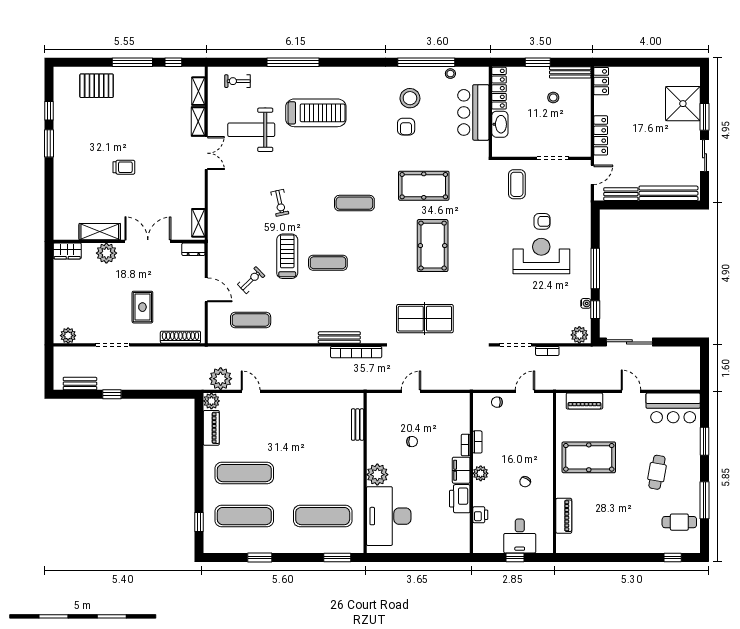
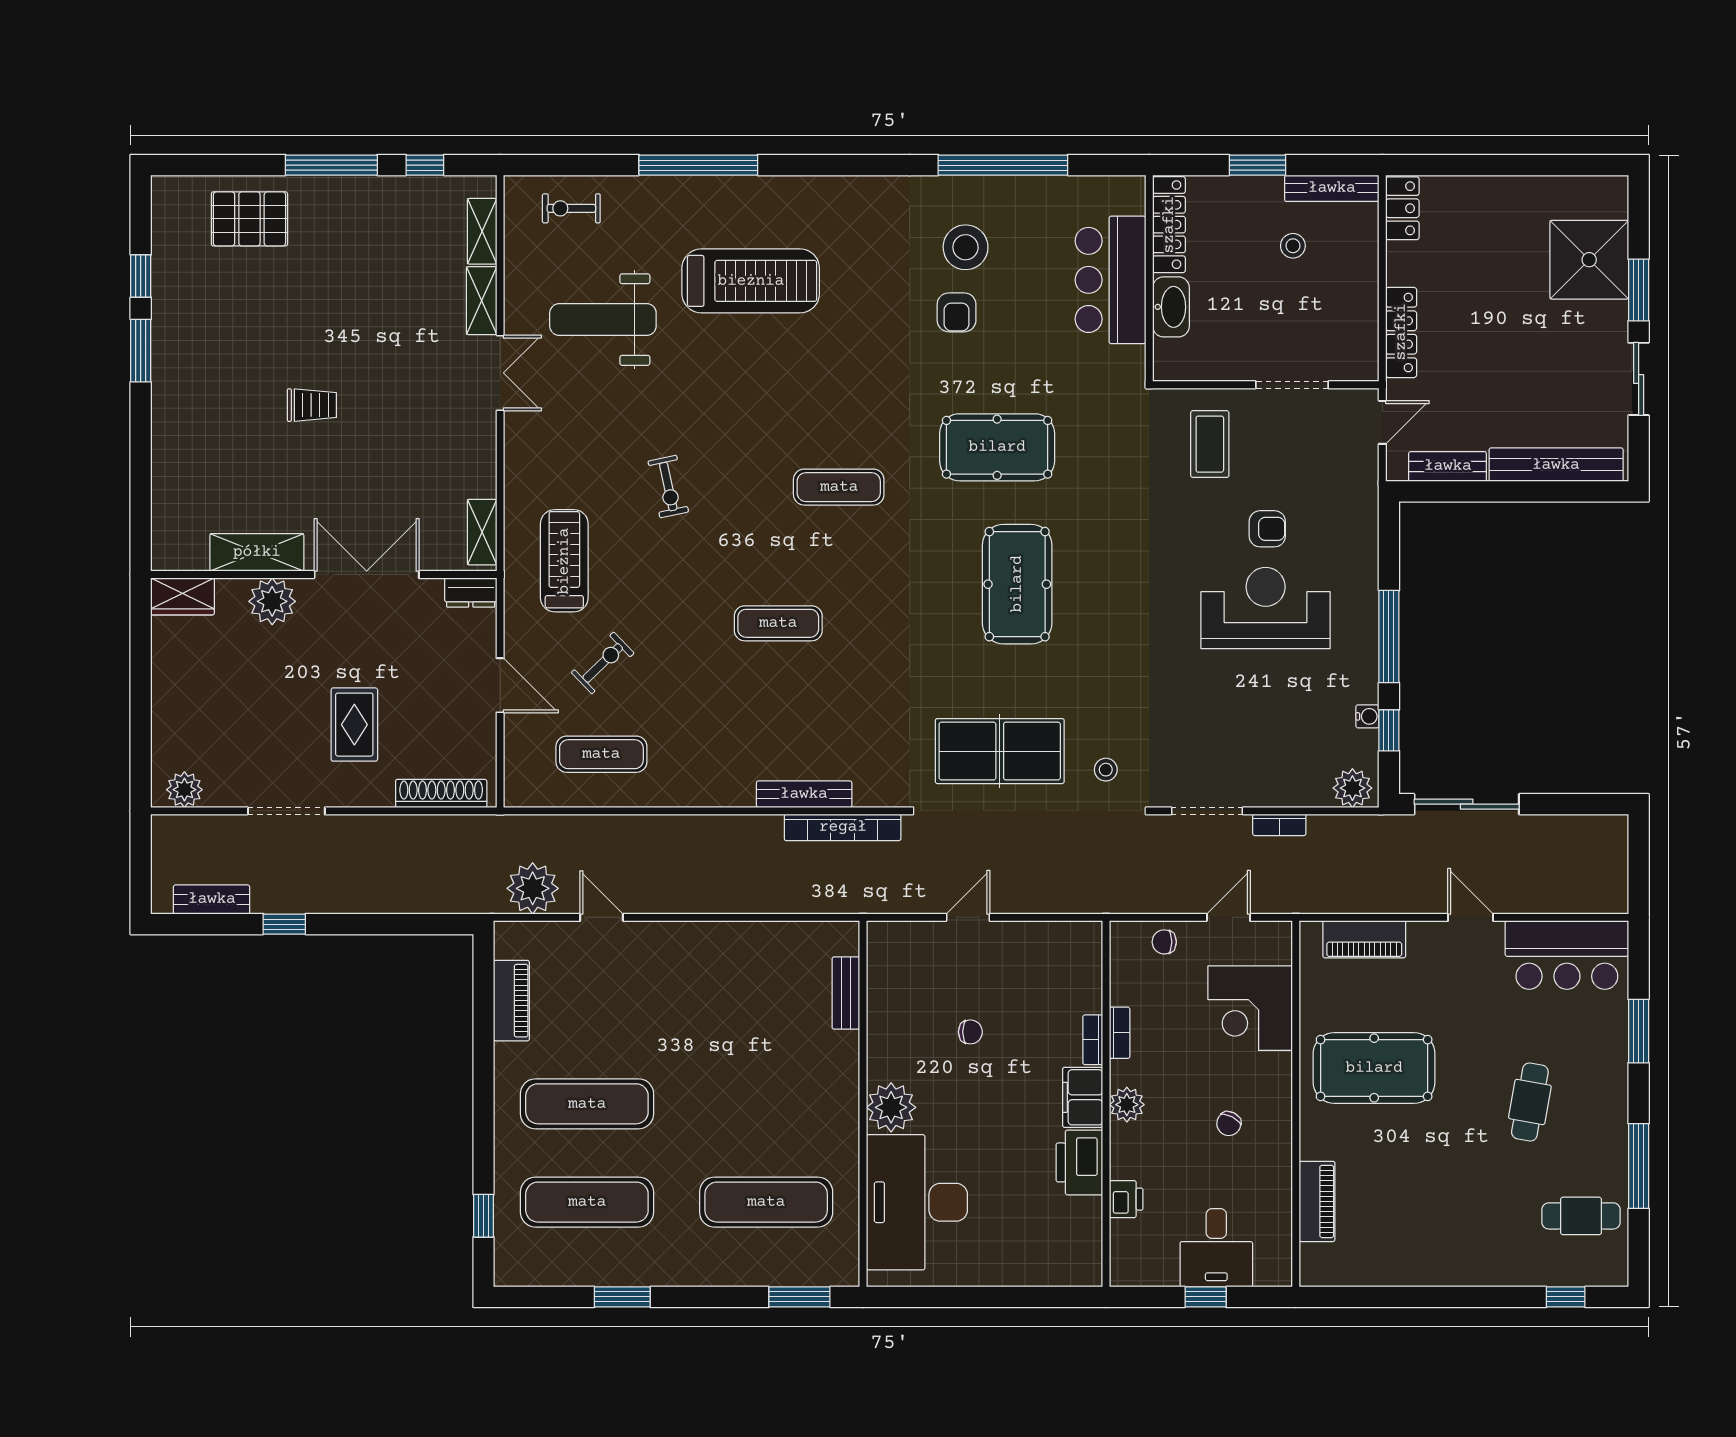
stool: (450, 74) -> (1106, 770), moved
treadmill: (287, 256) -> (564, 561), moved
plant: (211, 401) -> (512, 939), removed
corner desk: (535, 431) -> (1250, 1008), added

